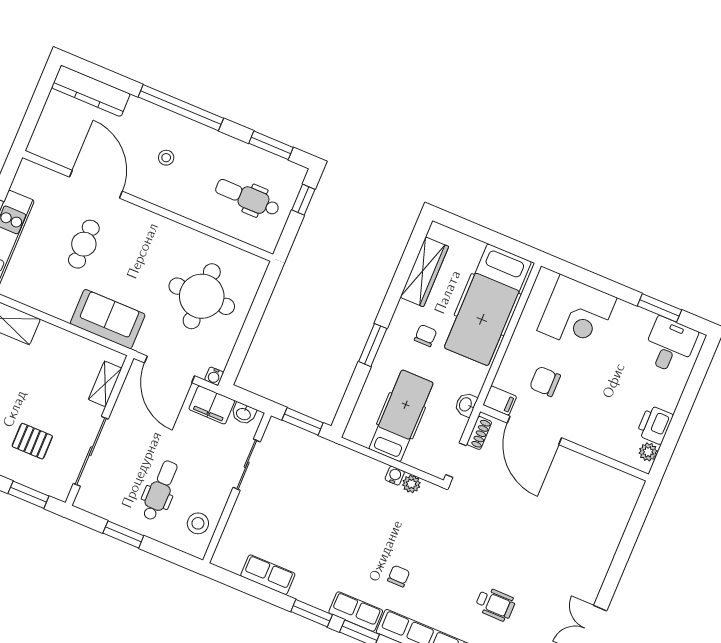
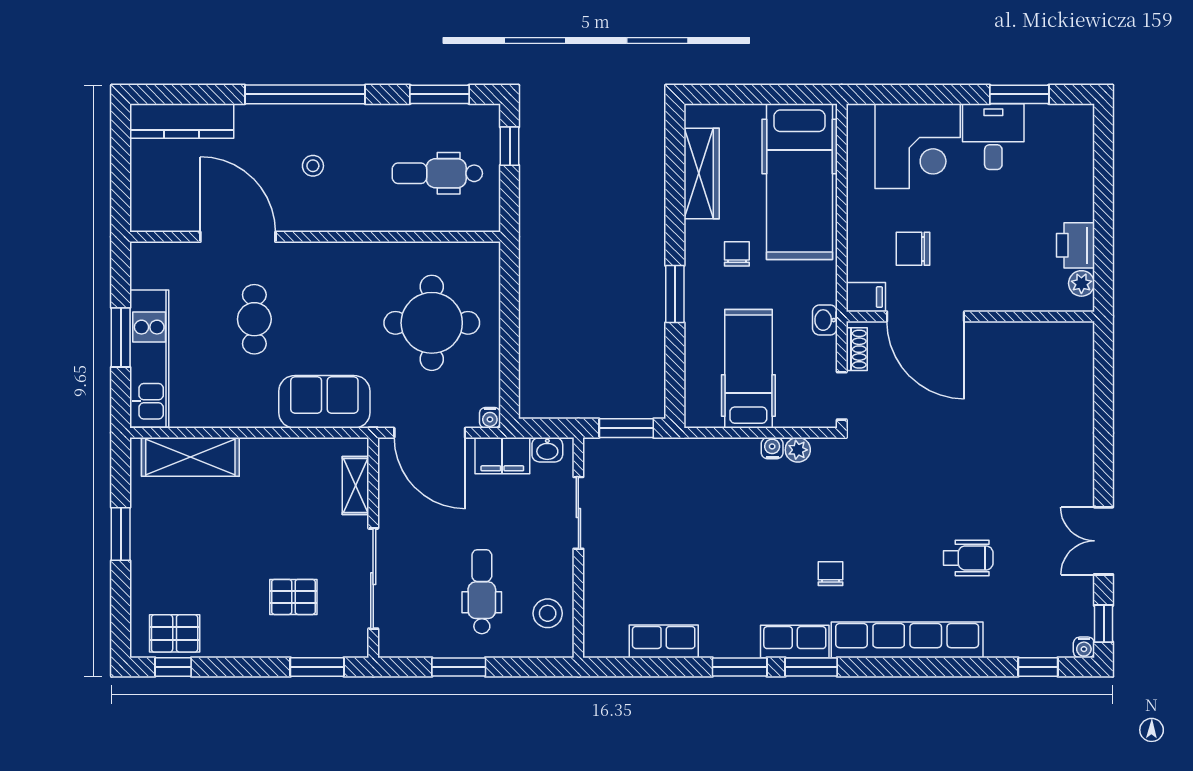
desk: (670, 345) -> (993, 137), moved

